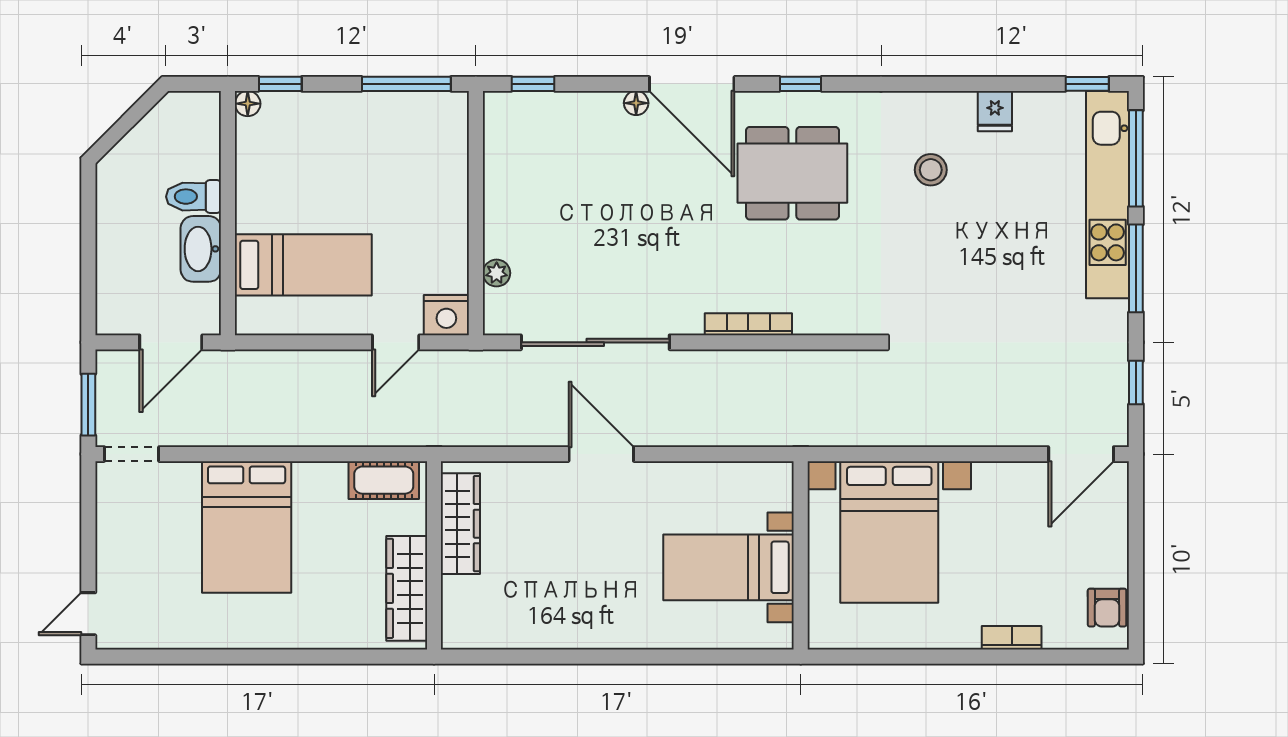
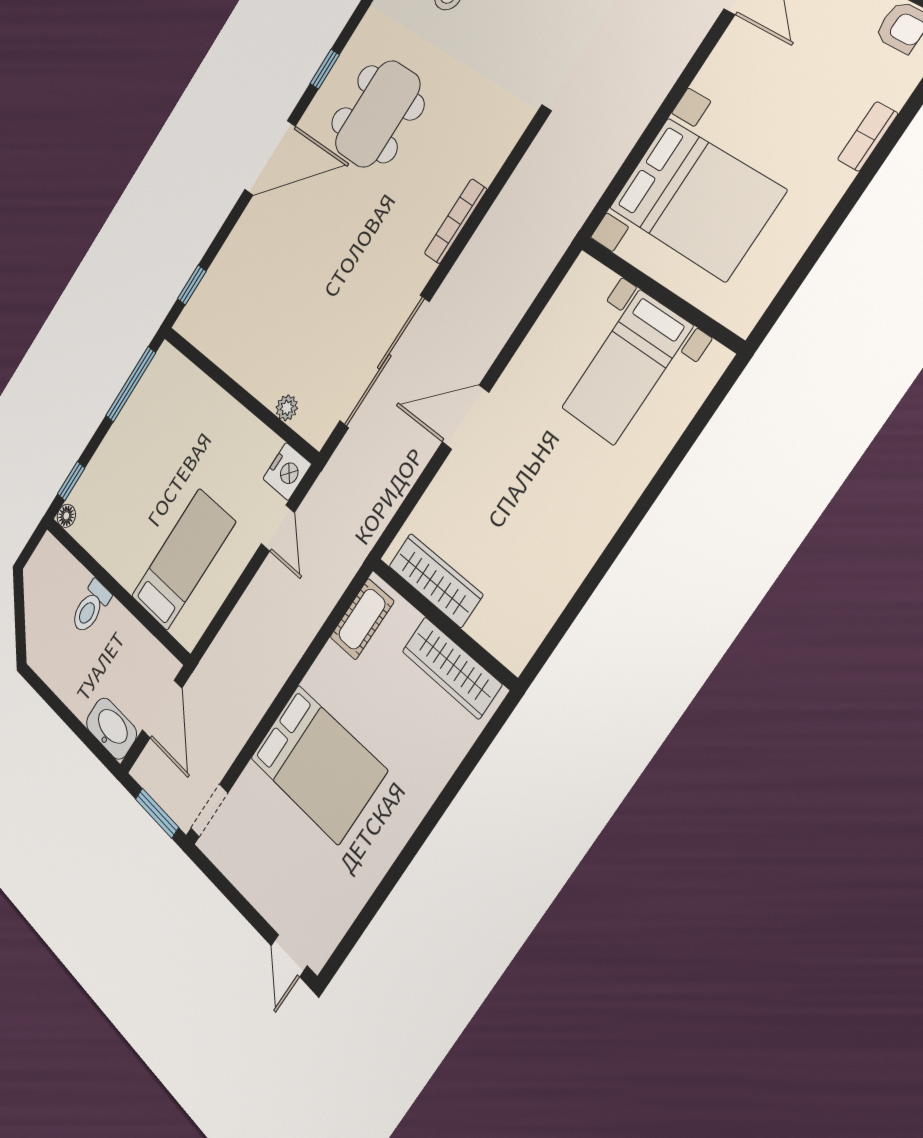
floor lamp: (636, 103) -> (254, 211), removed
washbasin: (201, 249) -> (111, 729), moved, turned 180

